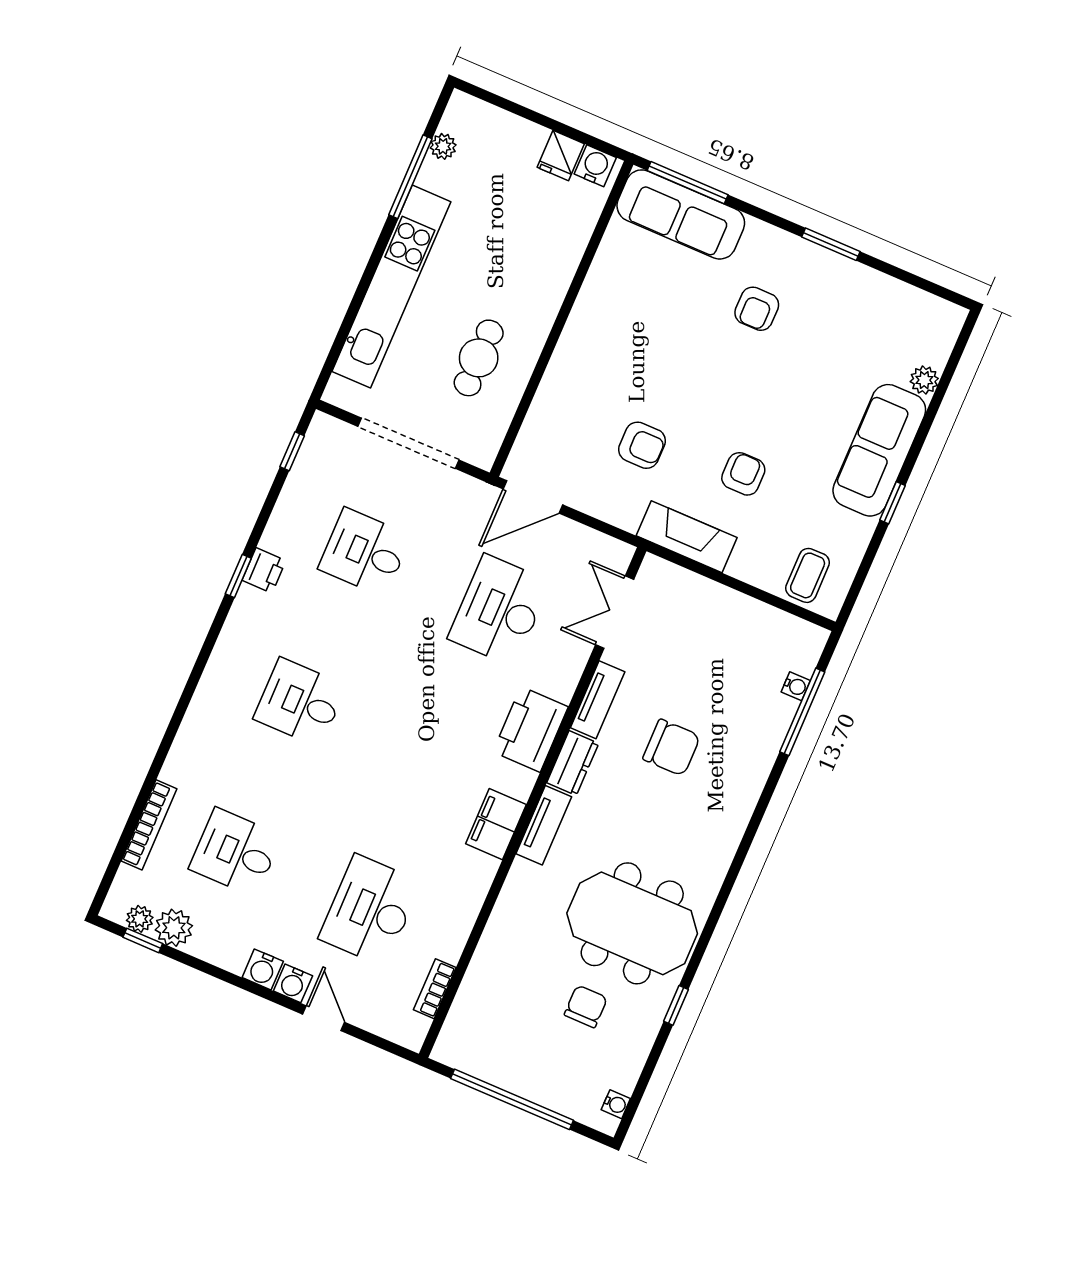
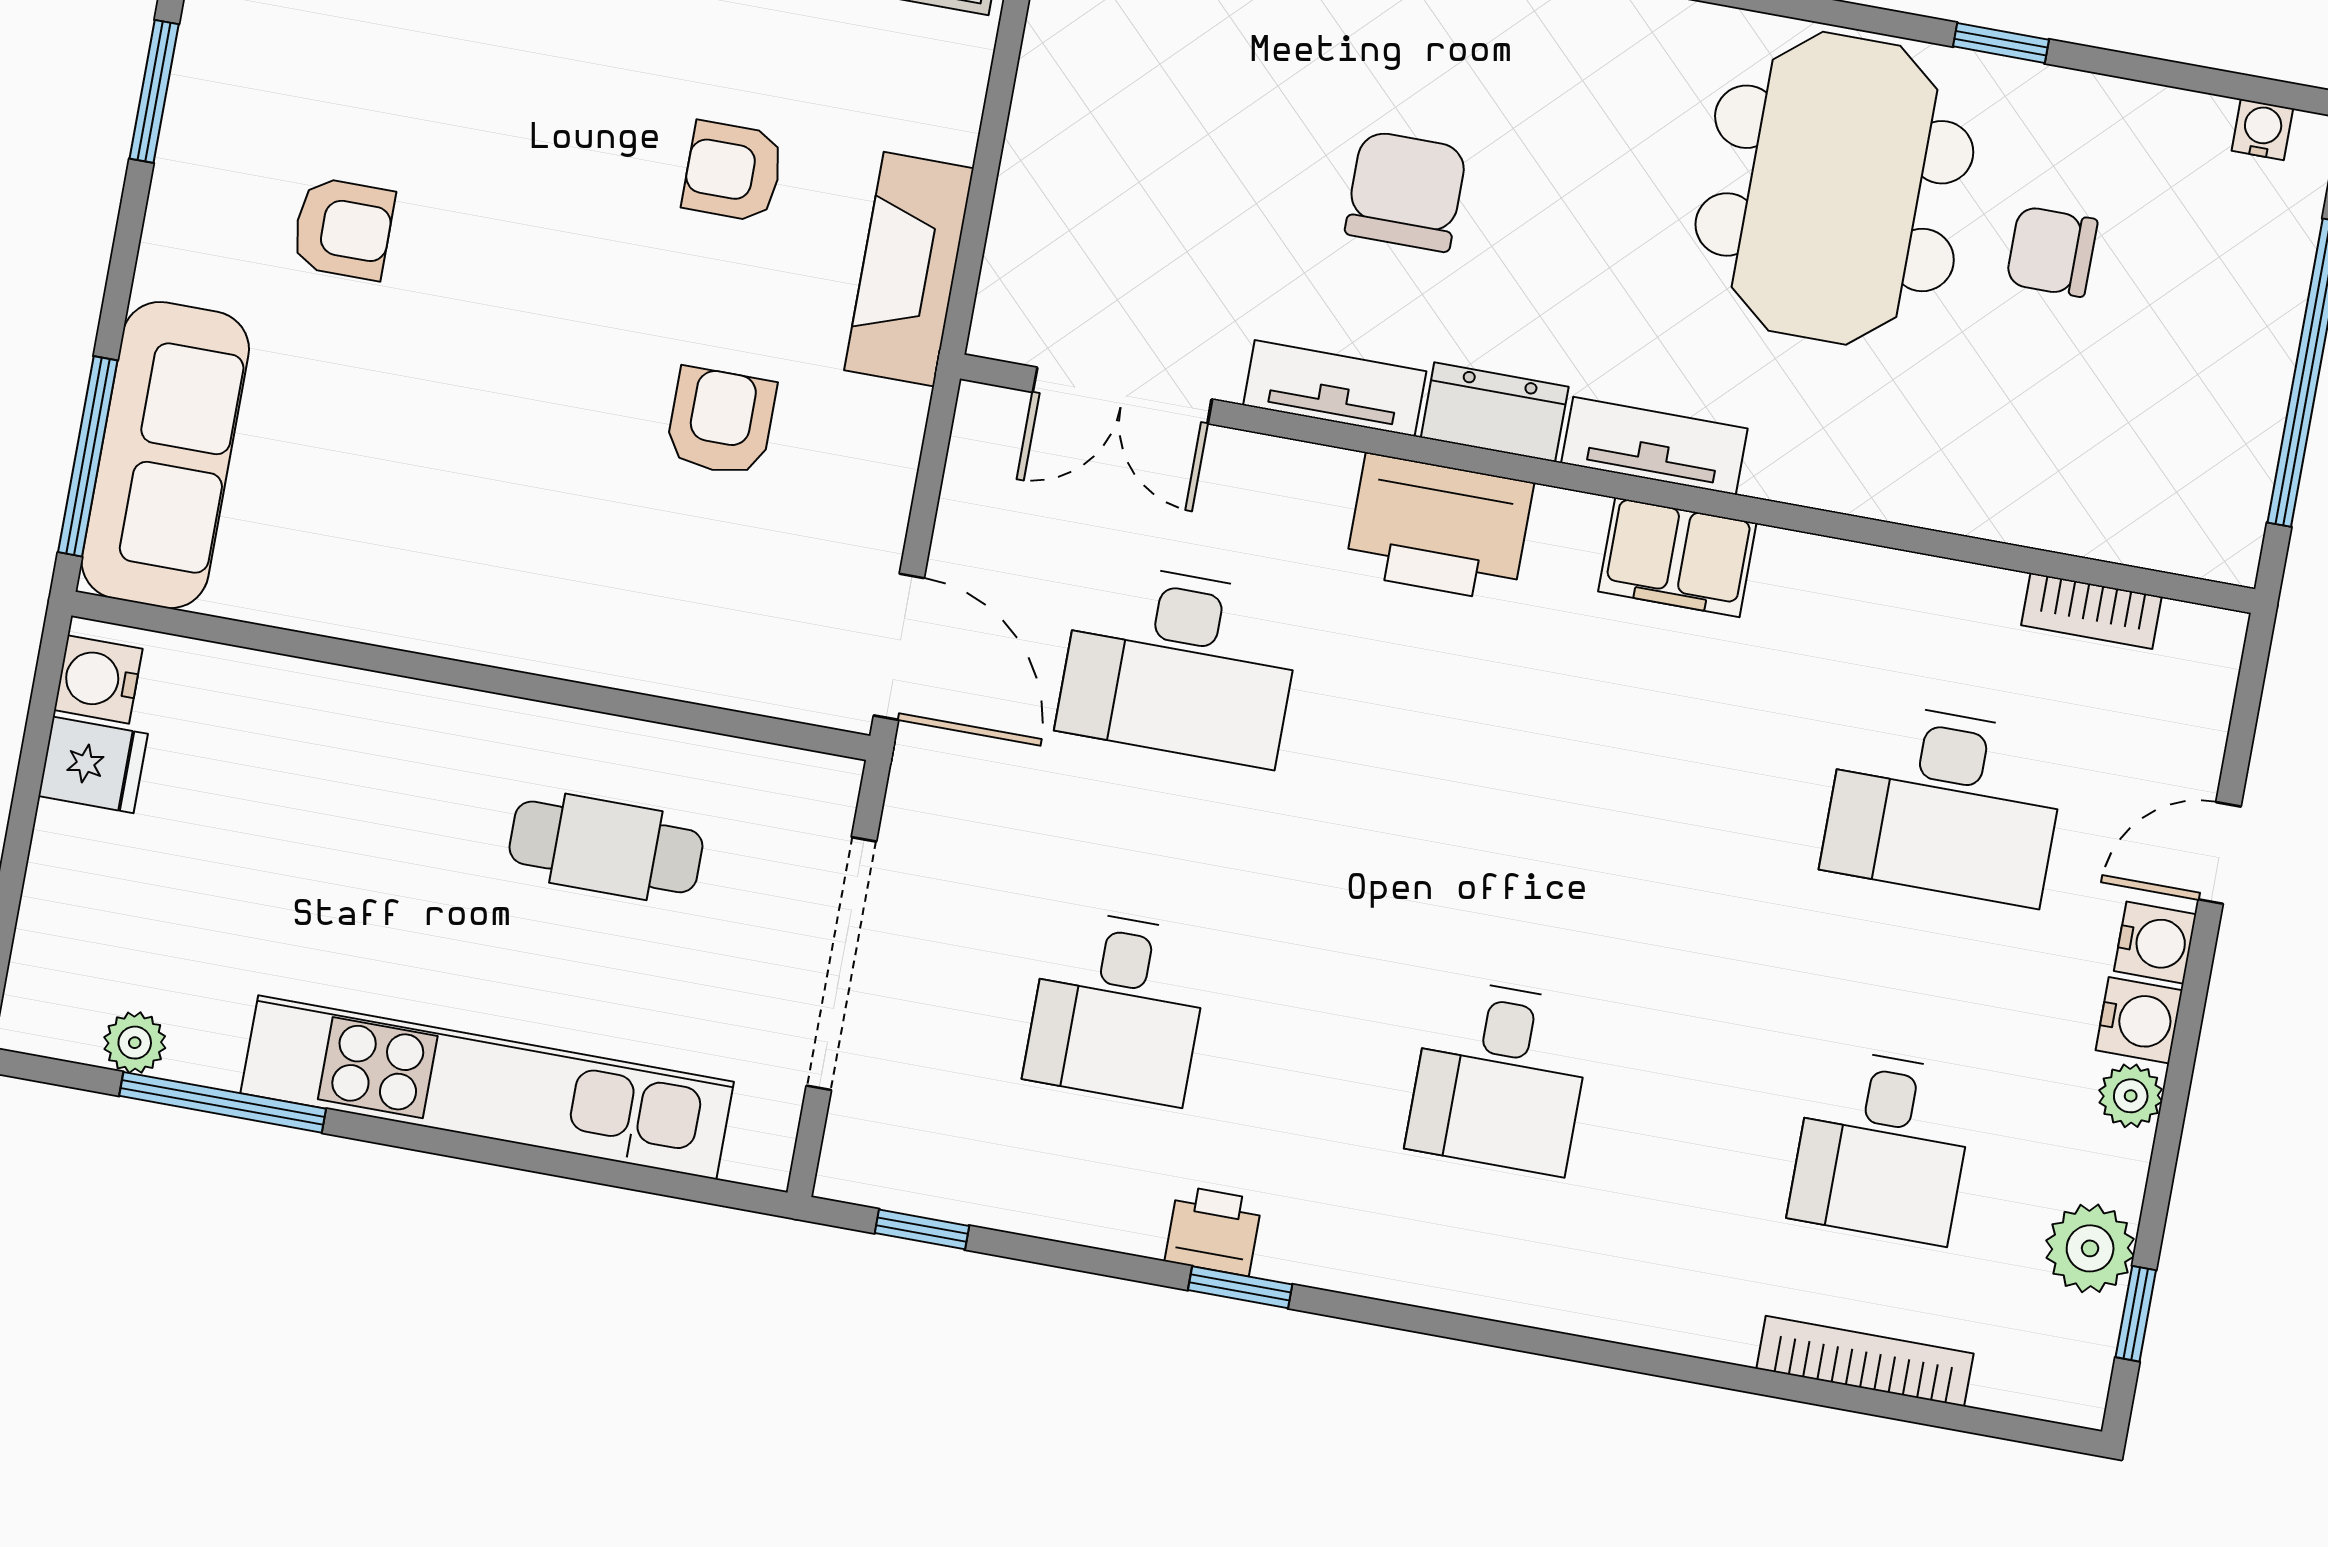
plant: (140, 919) -> (2131, 1096), moved

